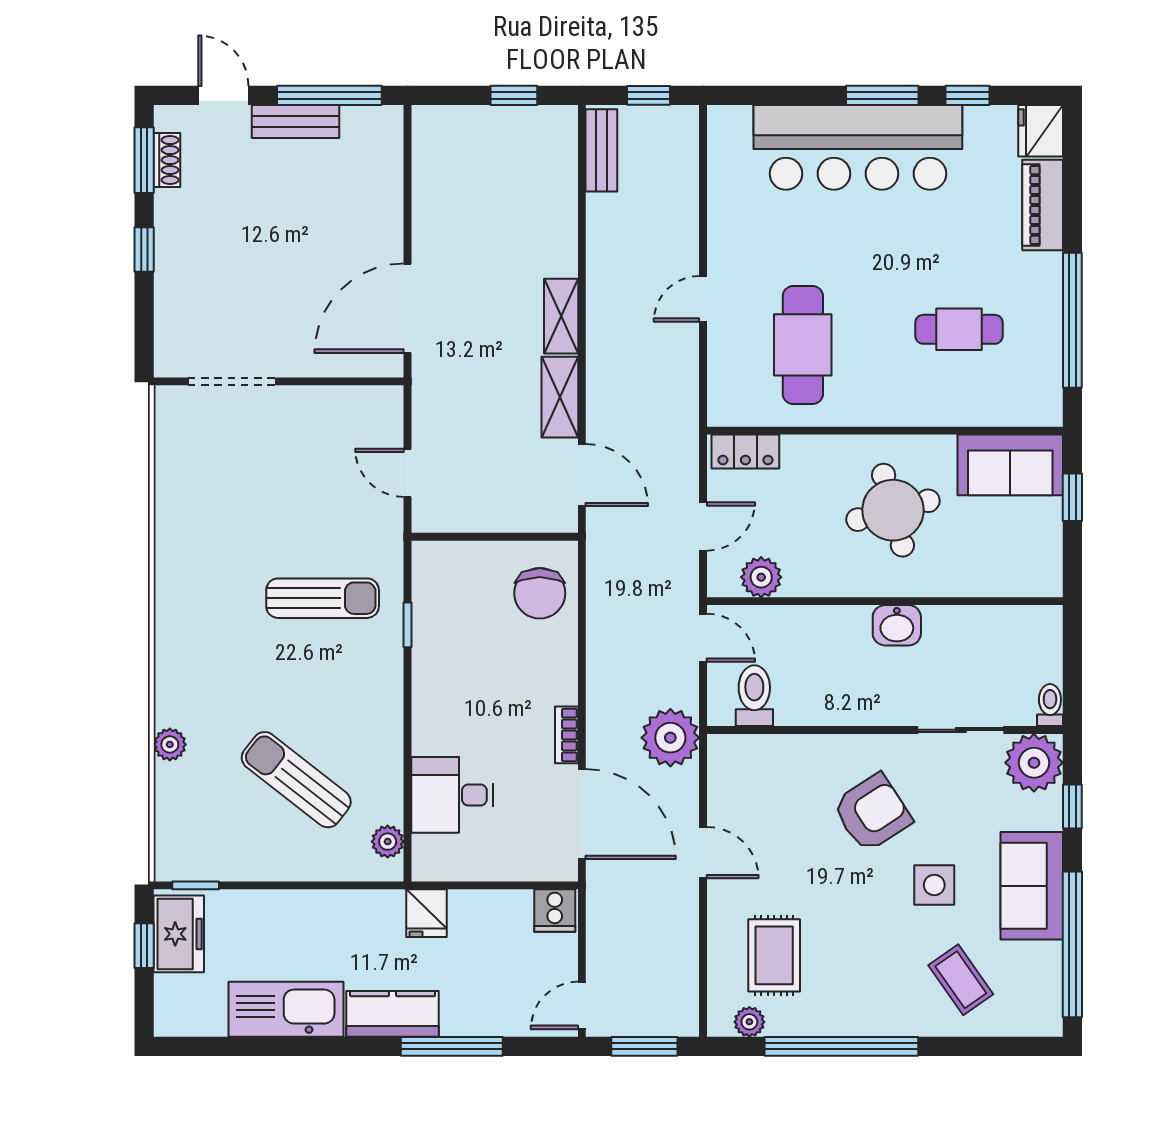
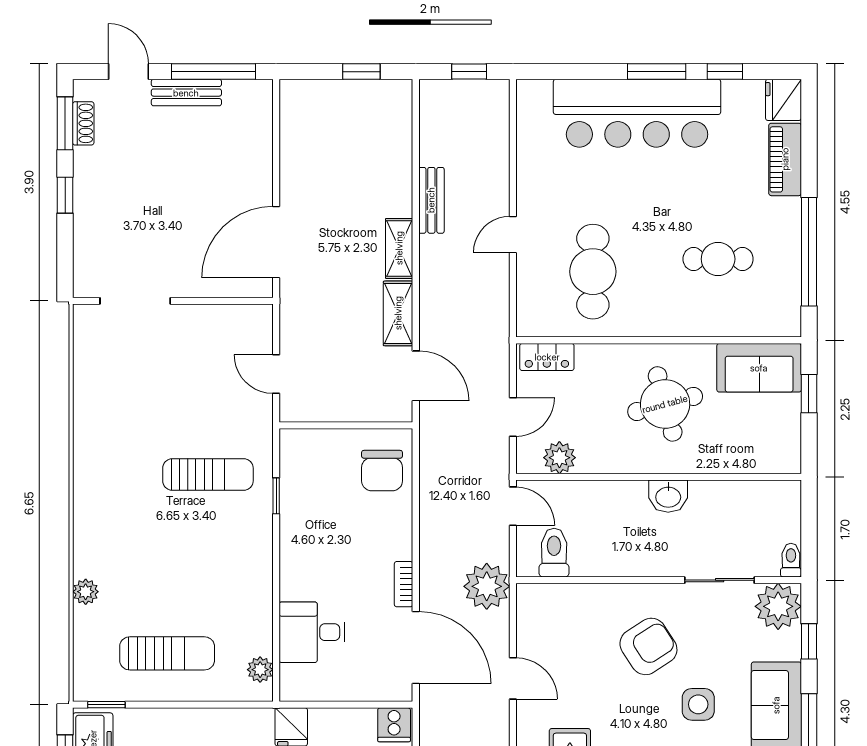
bench: (601, 150) -> (431, 200), moved
sun lounger: (296, 780) -> (167, 653), moved, turned 142

